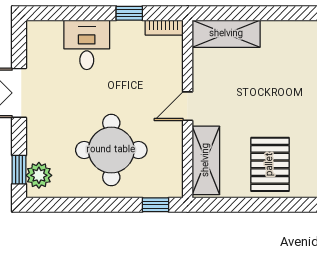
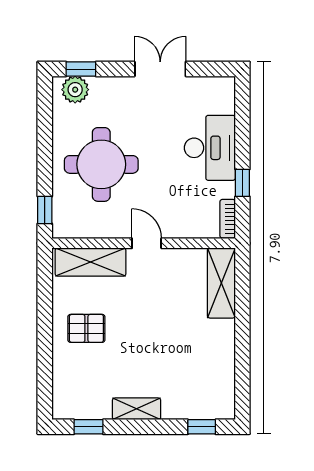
desk: (87, 45) -> (210, 148), width x1.37
pallet: (270, 164) -> (86, 328), width x0.67, depth x0.71

